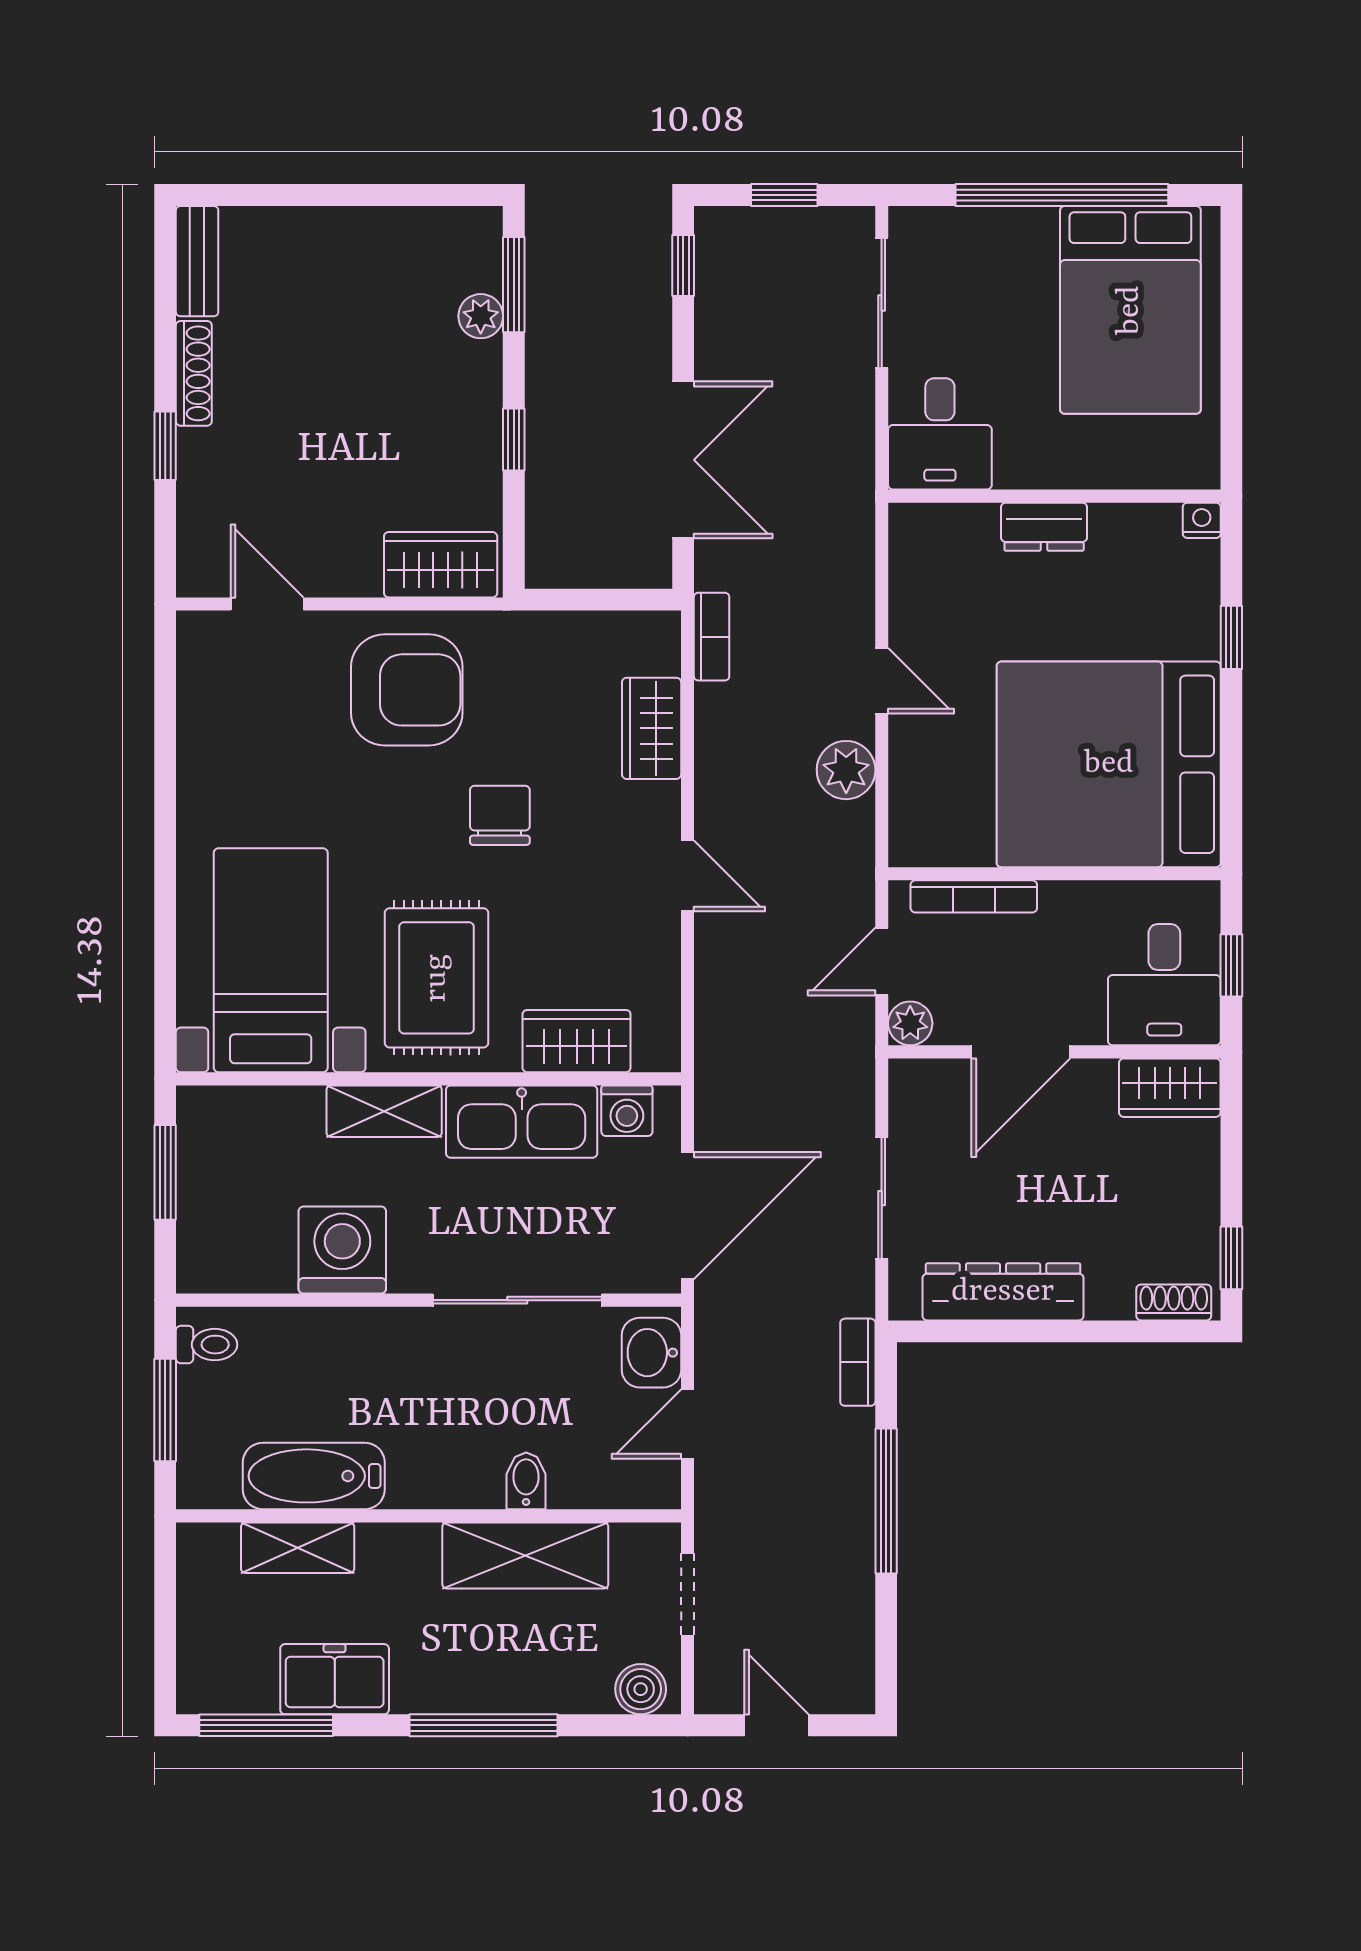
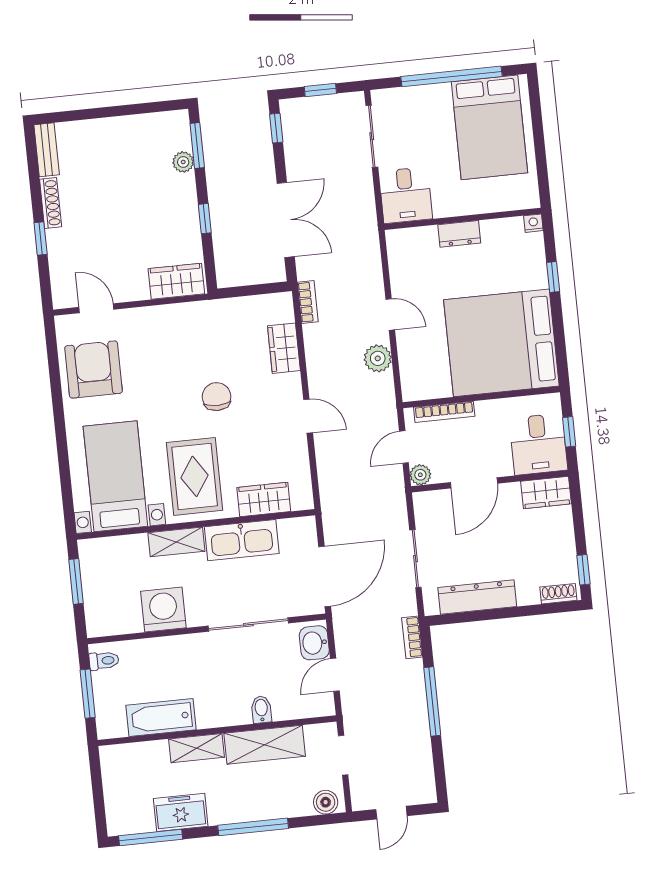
armchair: (407, 690) -> (93, 369), moved, turned -90
washing machine: (627, 1111) -> (291, 530), removed
shelving: (298, 1548) -> (196, 748), moved
door: (776, 1725) -> (391, 813), swing flipped

